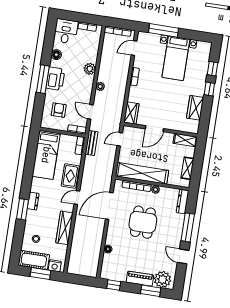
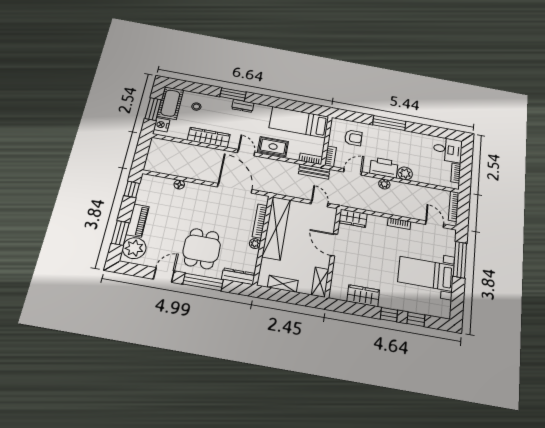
floor lamp: (56, 55) -> (419, 138), removed
printer: (55, 79) -> (384, 167), moved, turned 180
dining table: (143, 222) -> (202, 249), moved, turned 90

